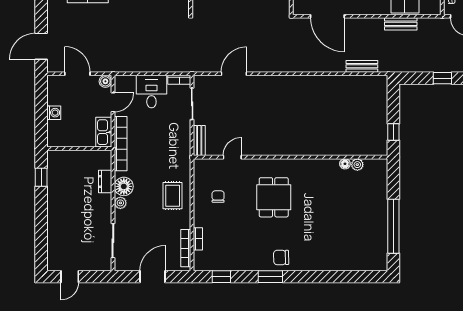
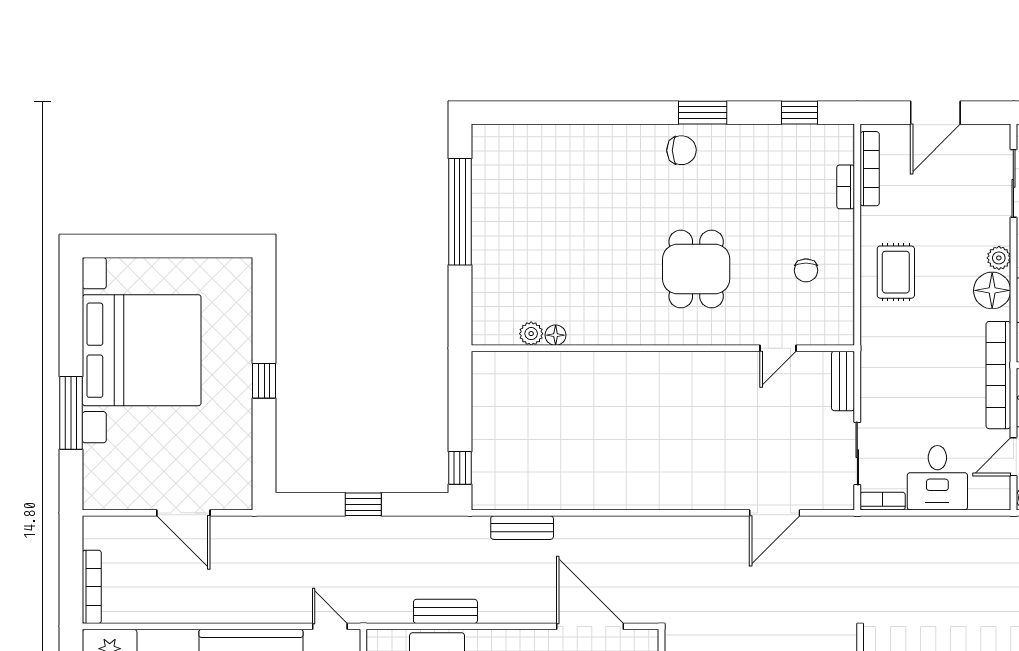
window: (393, 132) -> (460, 468), moved

